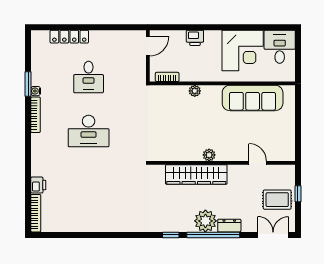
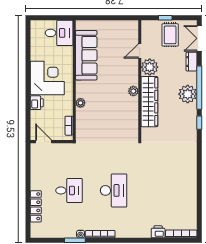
desk: (280, 47) -> (59, 33), moved, turned 180
corner desk: (243, 51) -> (47, 78), moved
plant: (238, 175) -> (150, 67), added
dresser: (229, 226) -> (191, 62), moved

